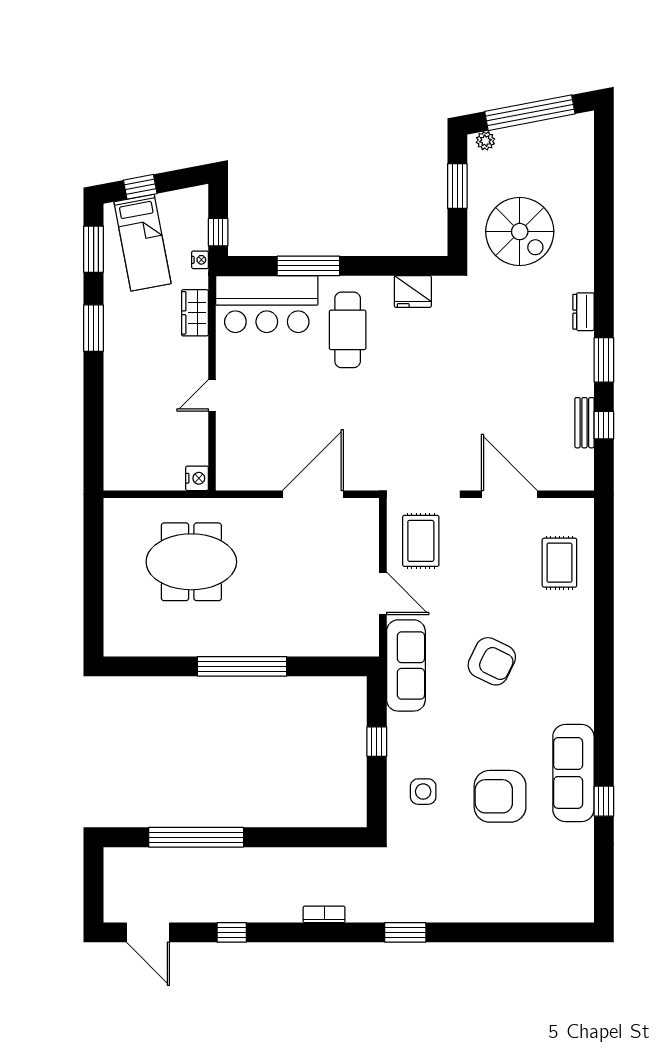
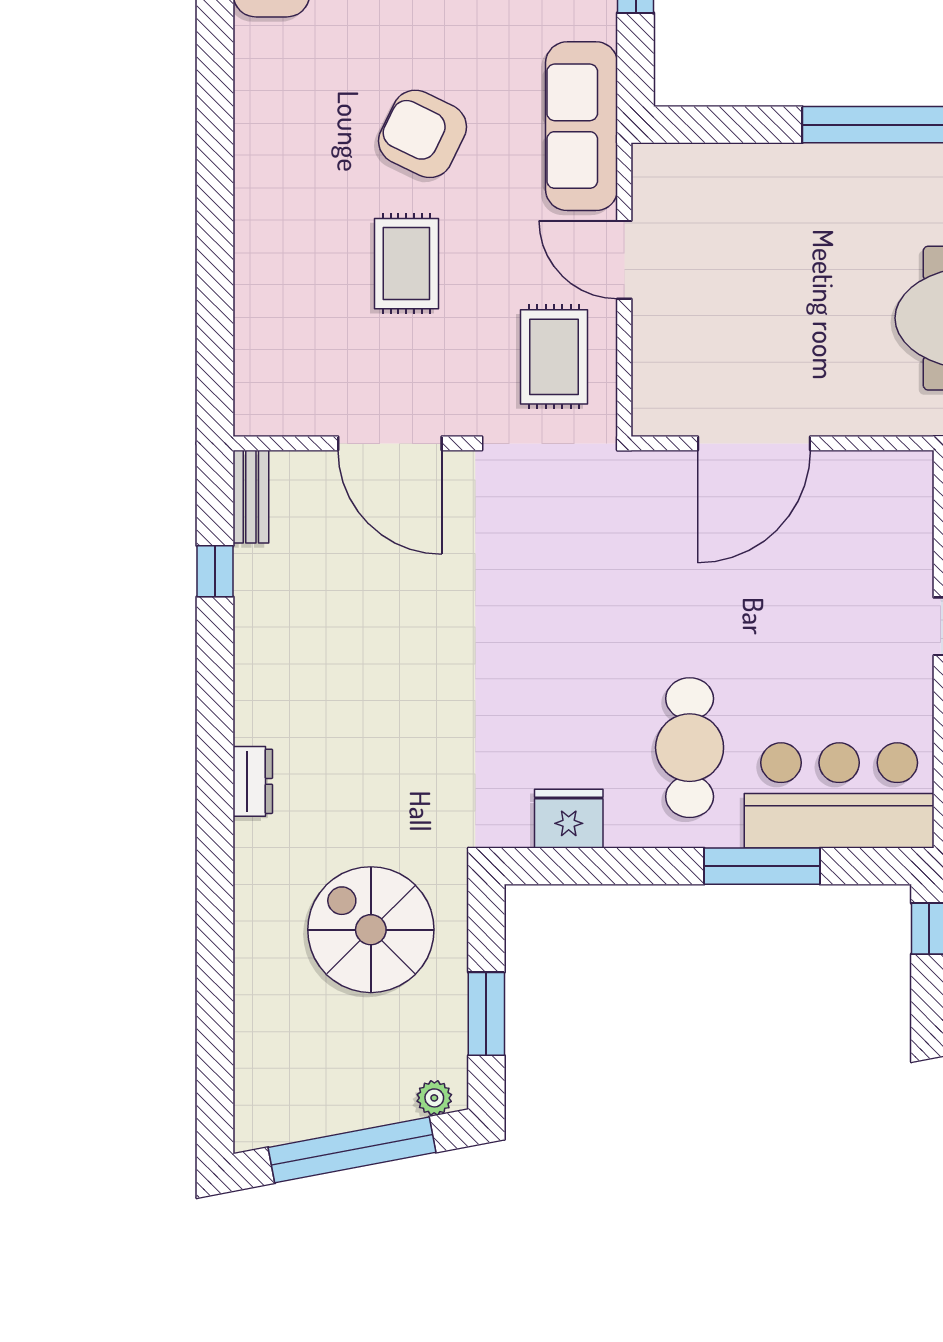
window: (604, 360) -> (215, 692), removed
bench: (584, 423) -> (251, 497), moved
rug: (559, 563) -> (406, 264), moved

